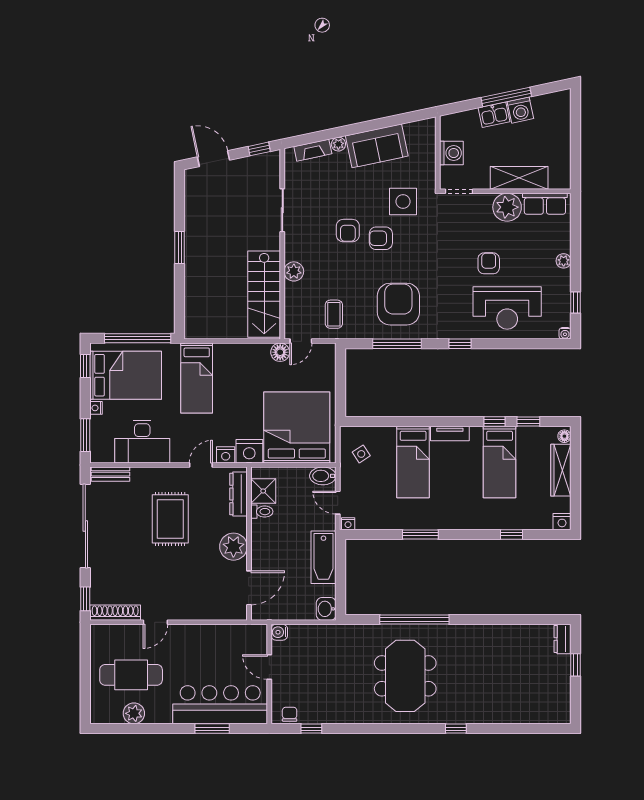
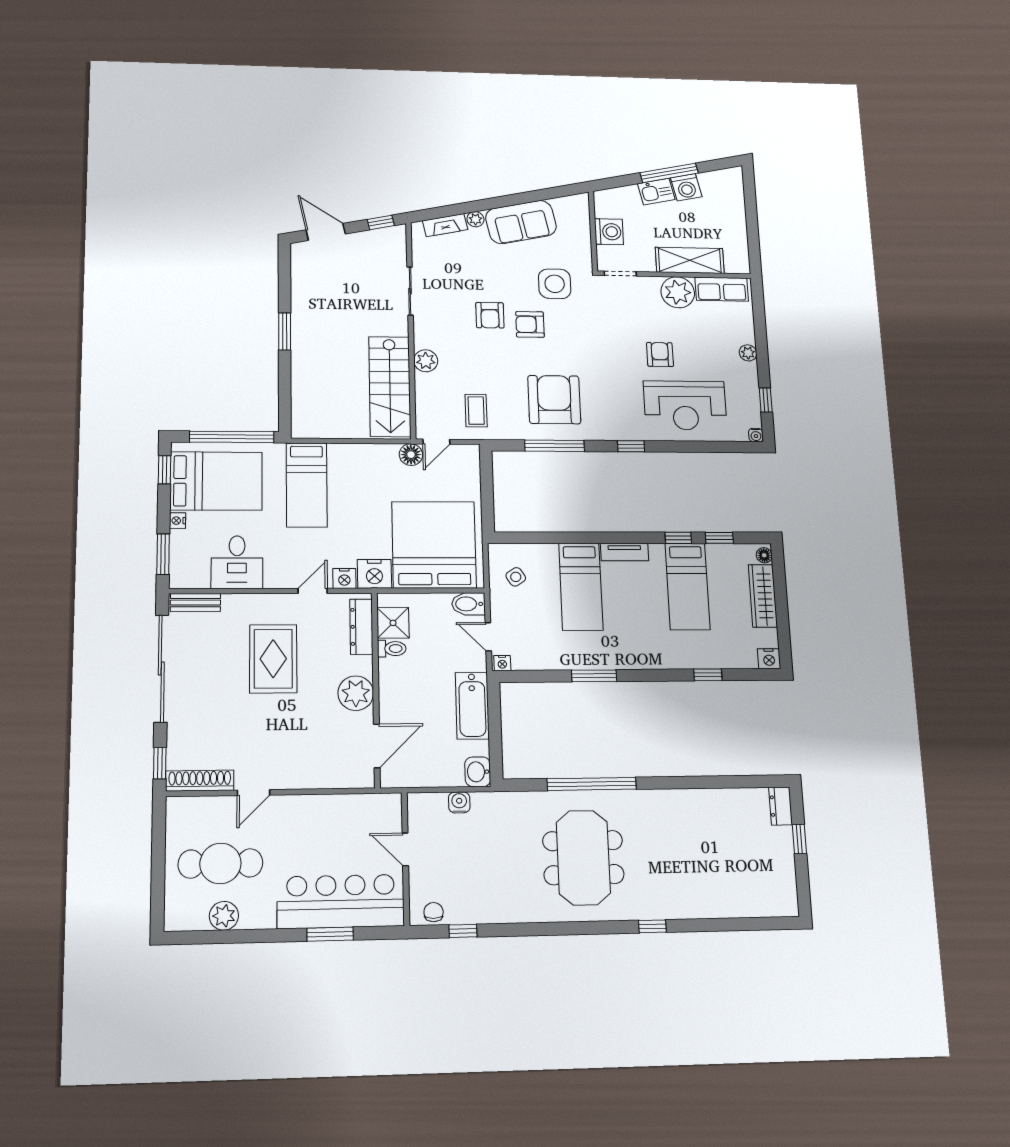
desk: (142, 442) -> (237, 562), width x0.73
water cooler: (279, 632) -> (459, 802), moved, turned 90

